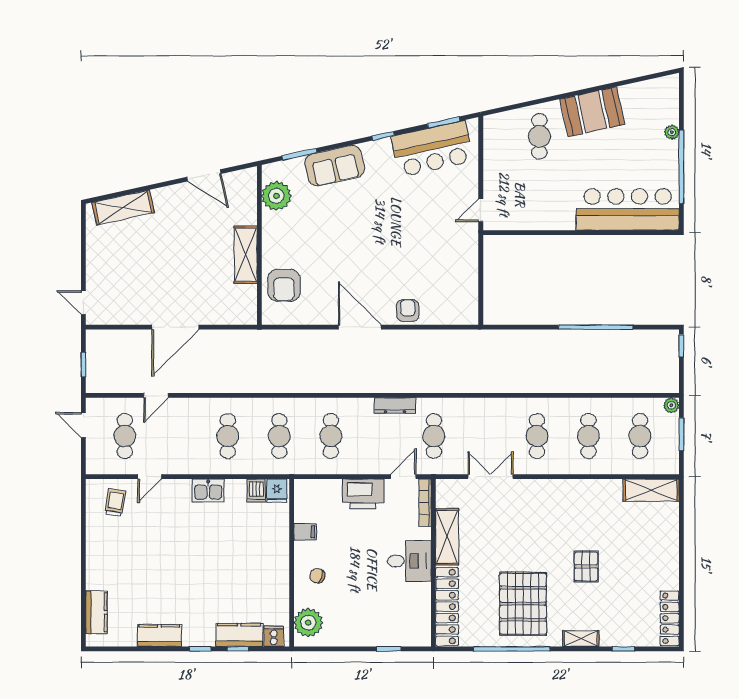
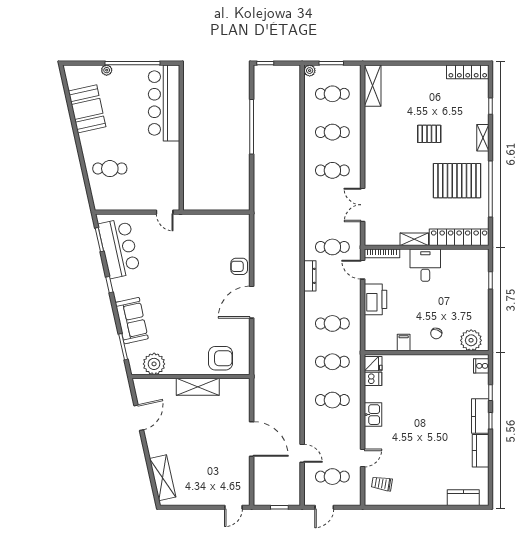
booth: (592, 112) -> (87, 109), moved
door: (150, 477) -> (363, 458), hinge flipped
shelving: (447, 537) -> (414, 239), width x0.67, depth x0.75
kitchen counter: (239, 635) -> (480, 416), moved

